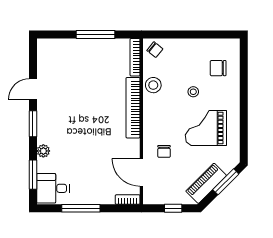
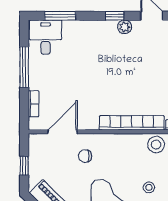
window: (33, 124) -> (115, 16), width x0.67
plant: (43, 151) -> (125, 27), moved
bookcase: (128, 200) -> (34, 104), moved

